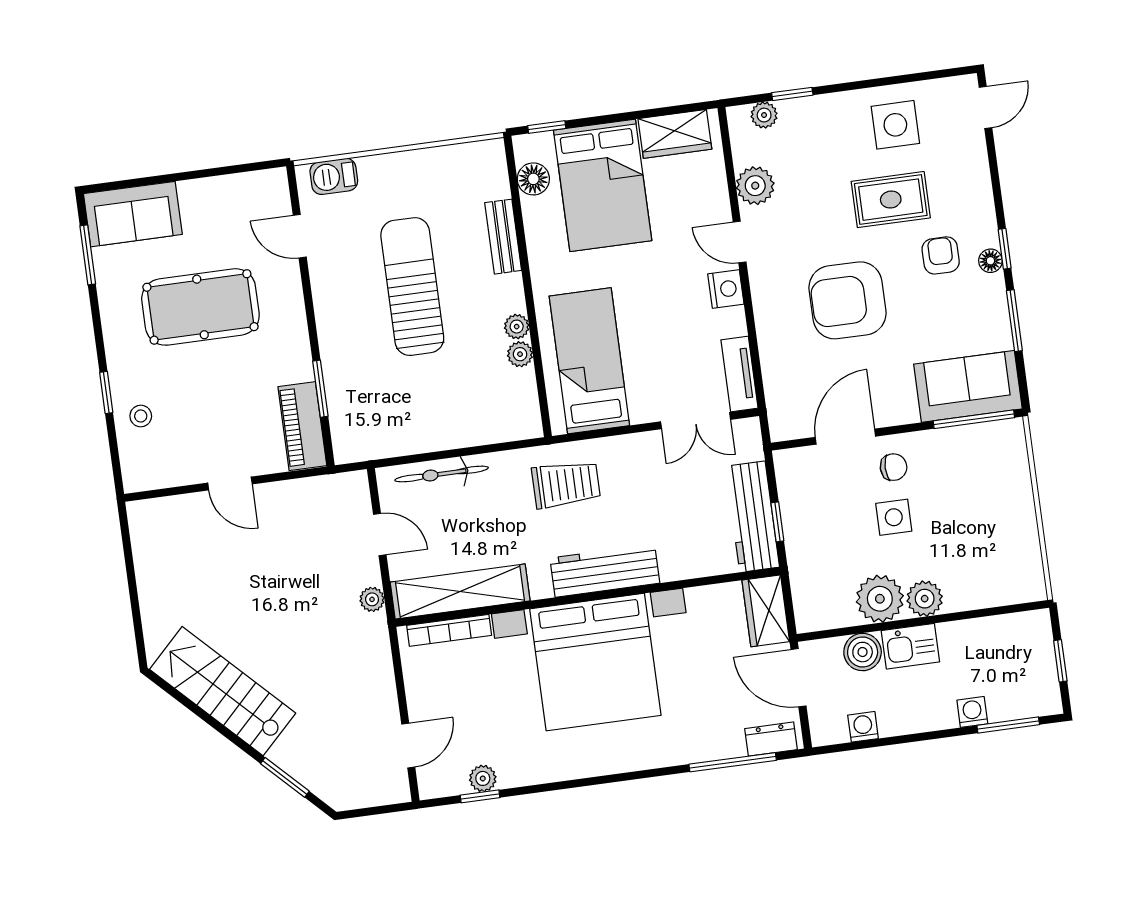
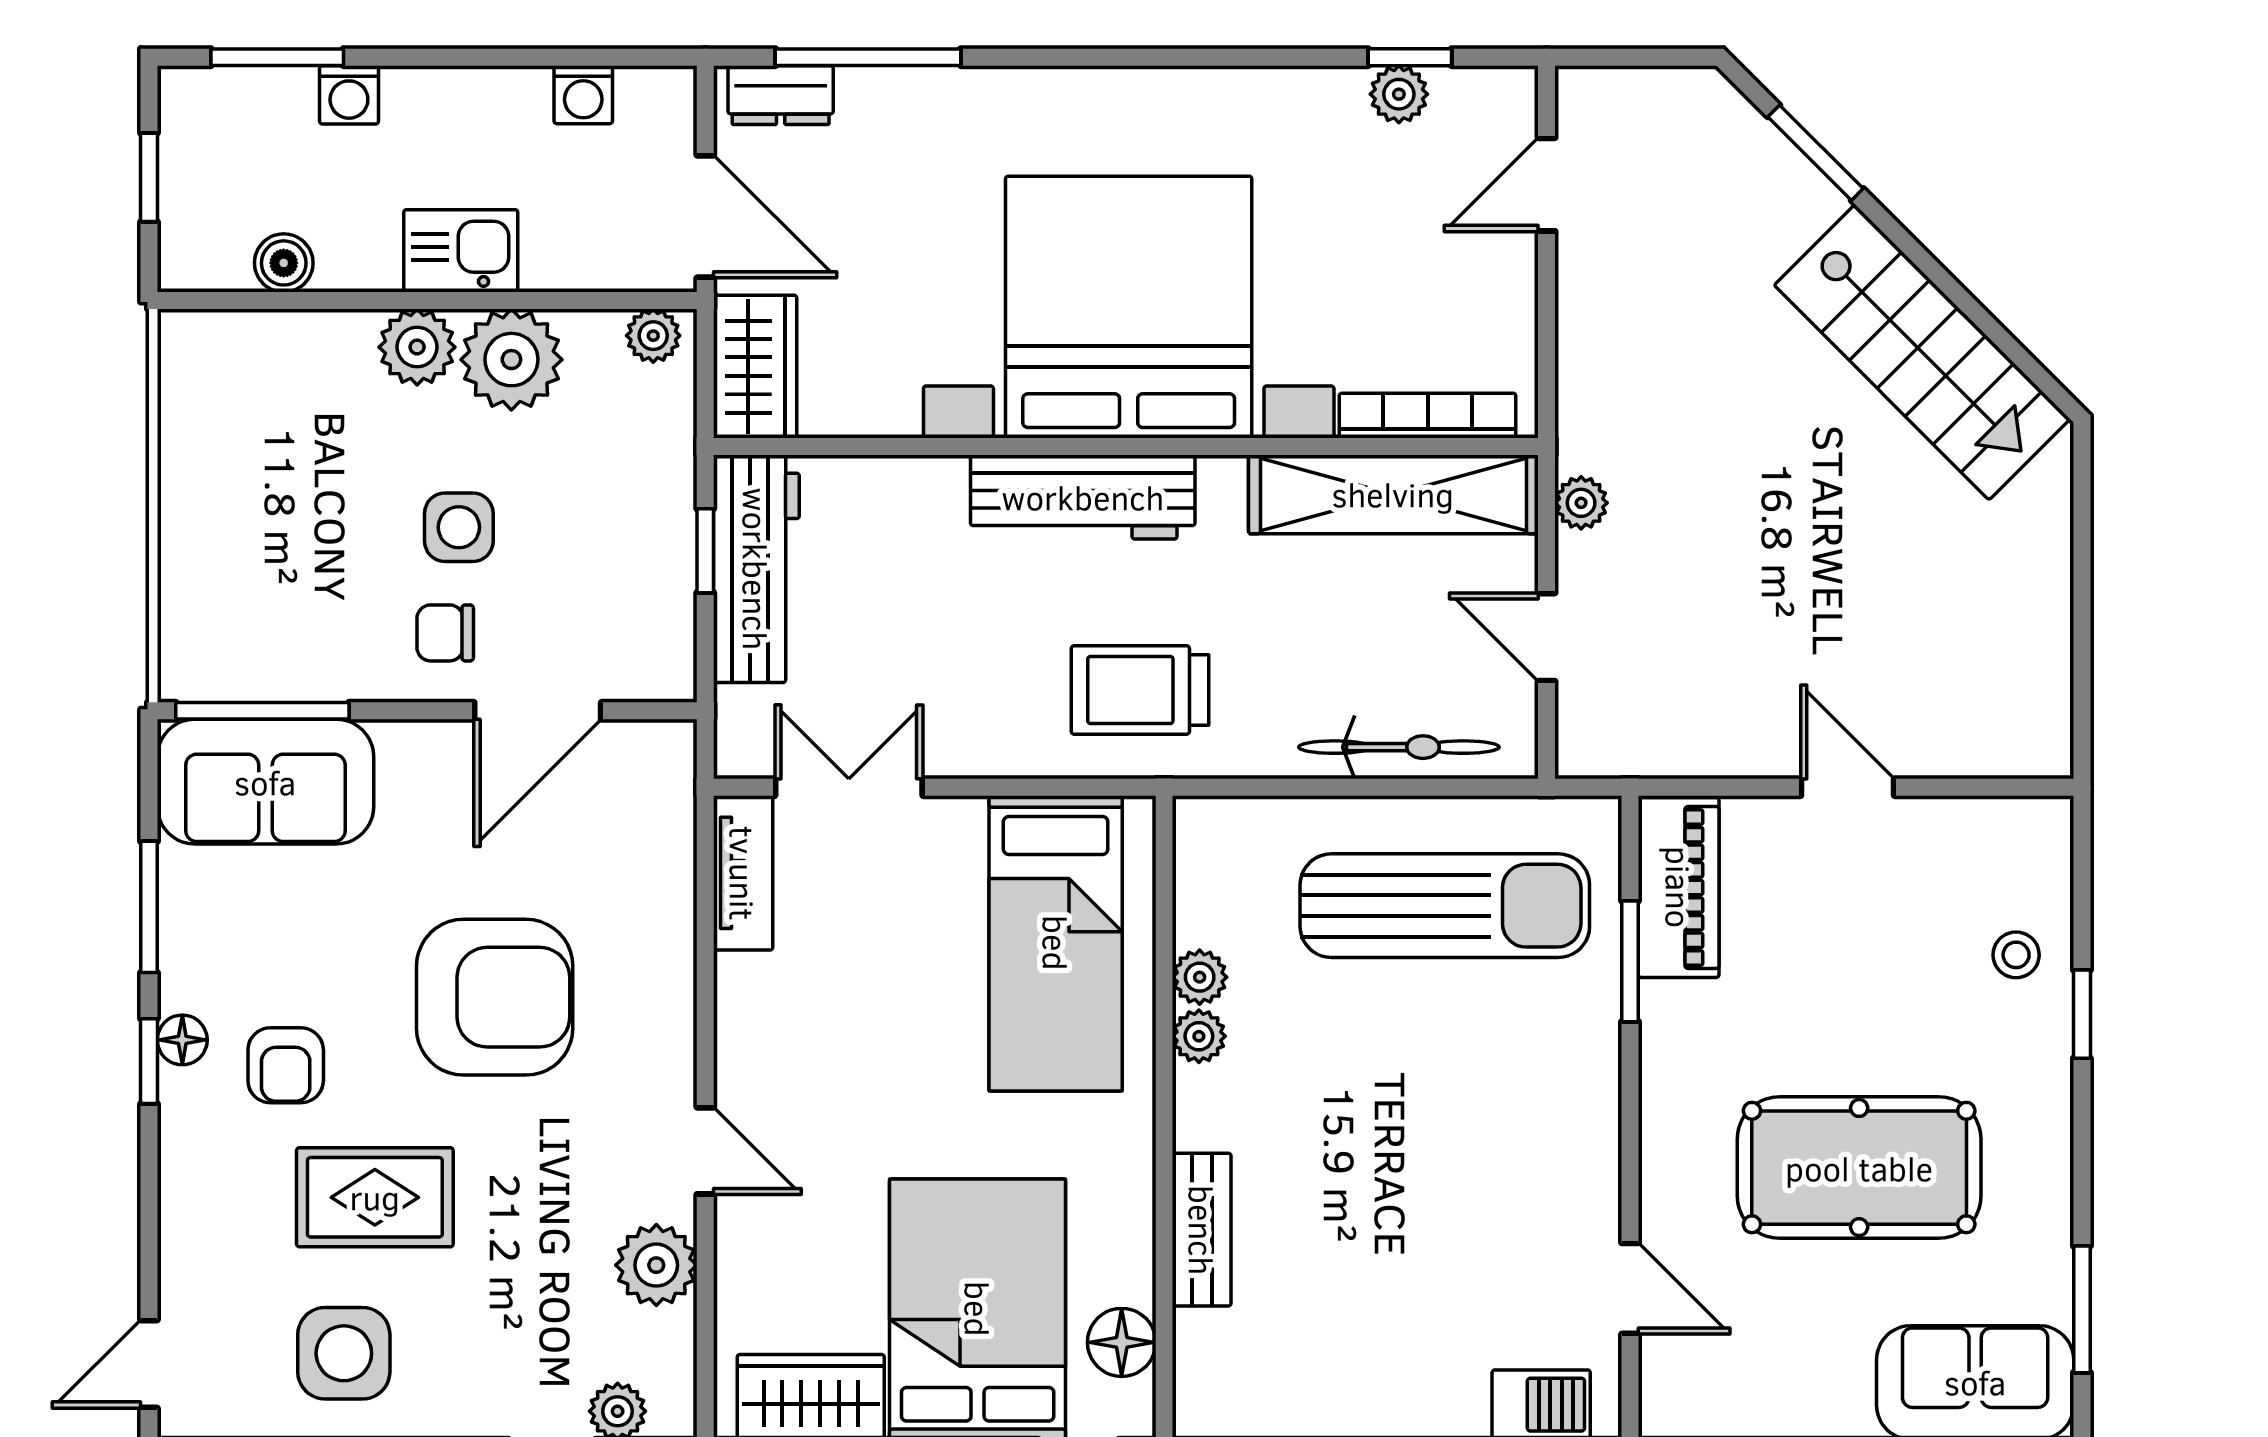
sun lounger: (412, 287) -> (1445, 906), moved, turned -90
nightstand: (726, 289) -> (748, 1056), removed
plant: (815, 619) -> (653, 336), added
boiler: (863, 652) -> (284, 263), moved, width x0.73, depth x0.73

